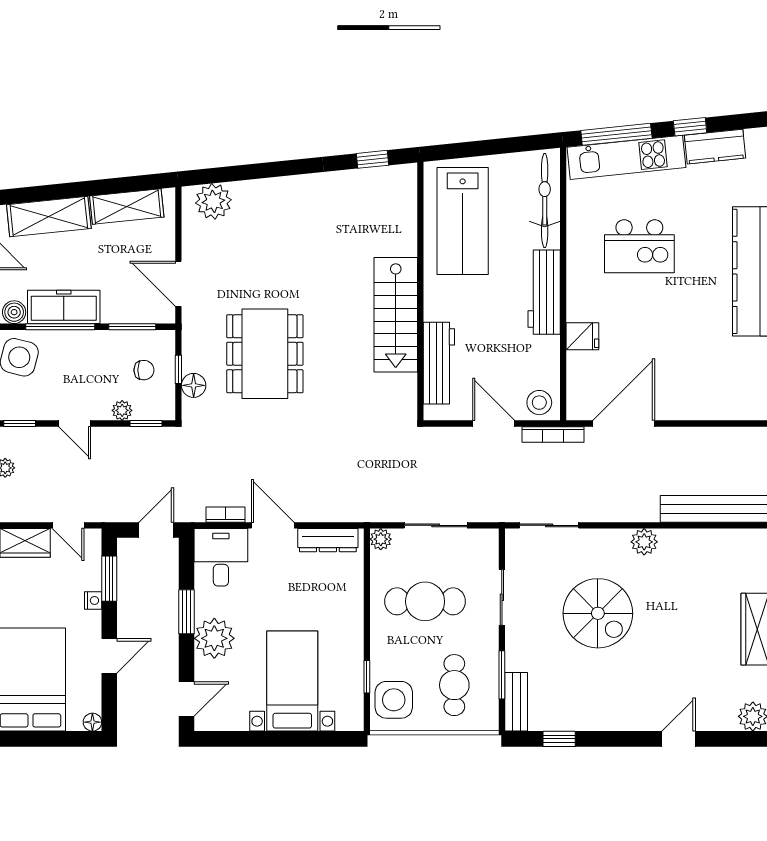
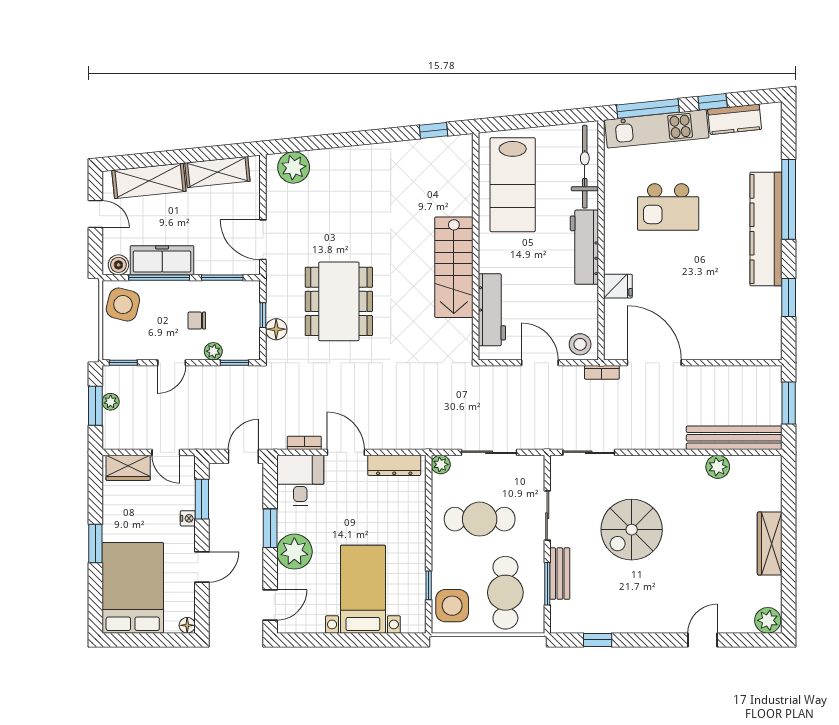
chair: (144, 370) -> (197, 321), moved, turned 180
door: (75, 424) -> (172, 363), hinge flipped
door: (624, 424) -> (654, 363), hinge flipped
bookcase: (553, 434) -> (602, 372), width x0.64
plant: (644, 542) -> (718, 467), moved
spiral stairs: (598, 613) -> (632, 530), turned 90
cafe table: (454, 685) -> (505, 593), width x1.37, depth x1.35
bench: (516, 702) -> (560, 574), moved

